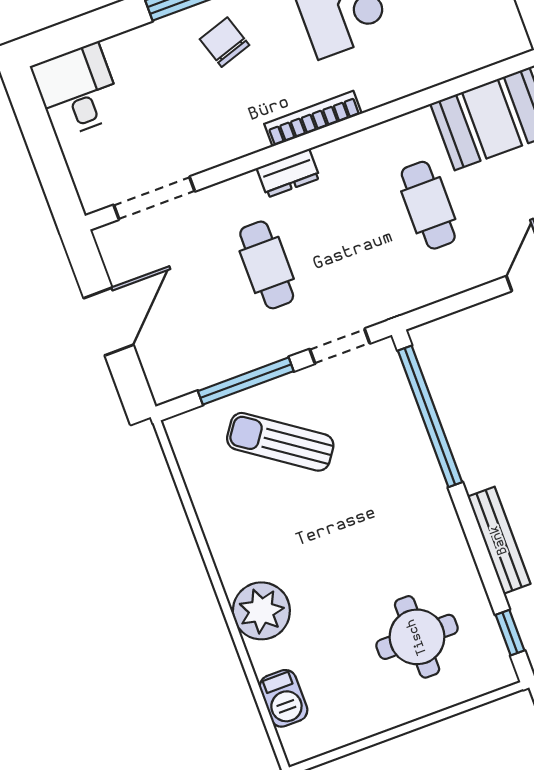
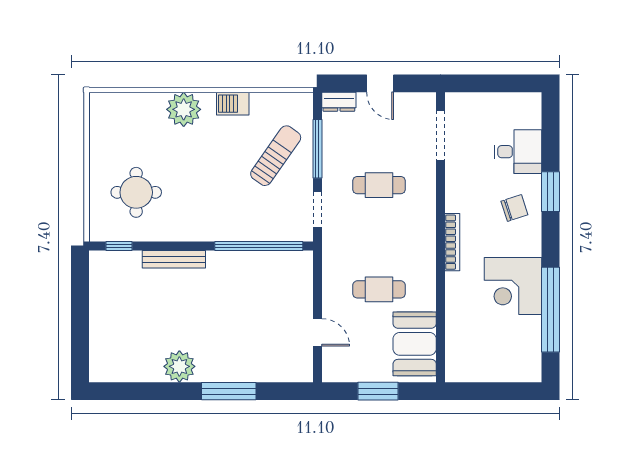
desk: (77, 90) -> (518, 152), moved
dresser: (288, 173) -> (339, 102), moved, turned -90
door: (108, 322) -> (380, 83), width x0.73
barbecue: (284, 698) -> (233, 104), moved

